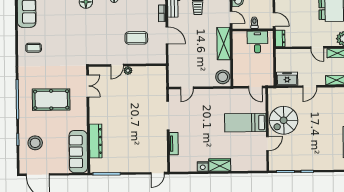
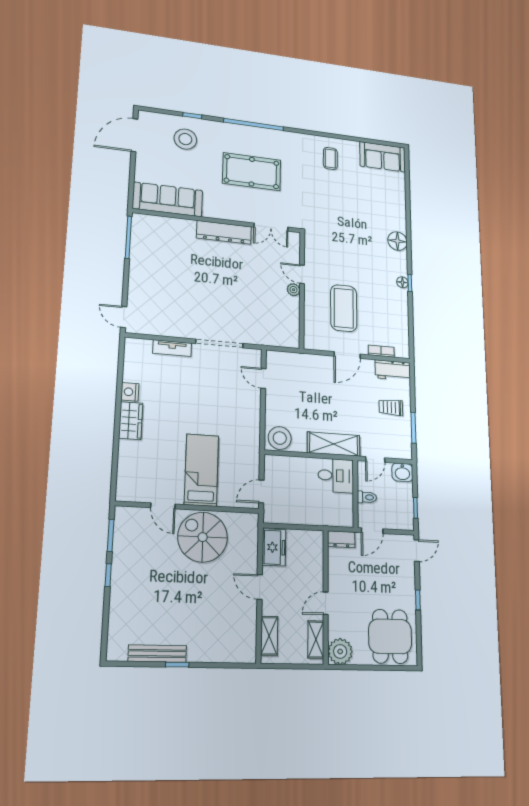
coffee table: (136, 38) -> (344, 308), width x1.36, depth x1.32
desk: (257, 42) -> (336, 476), moved
pool table: (51, 100) -> (252, 172), turned 90
dresser: (96, 141) -> (224, 232), moved

